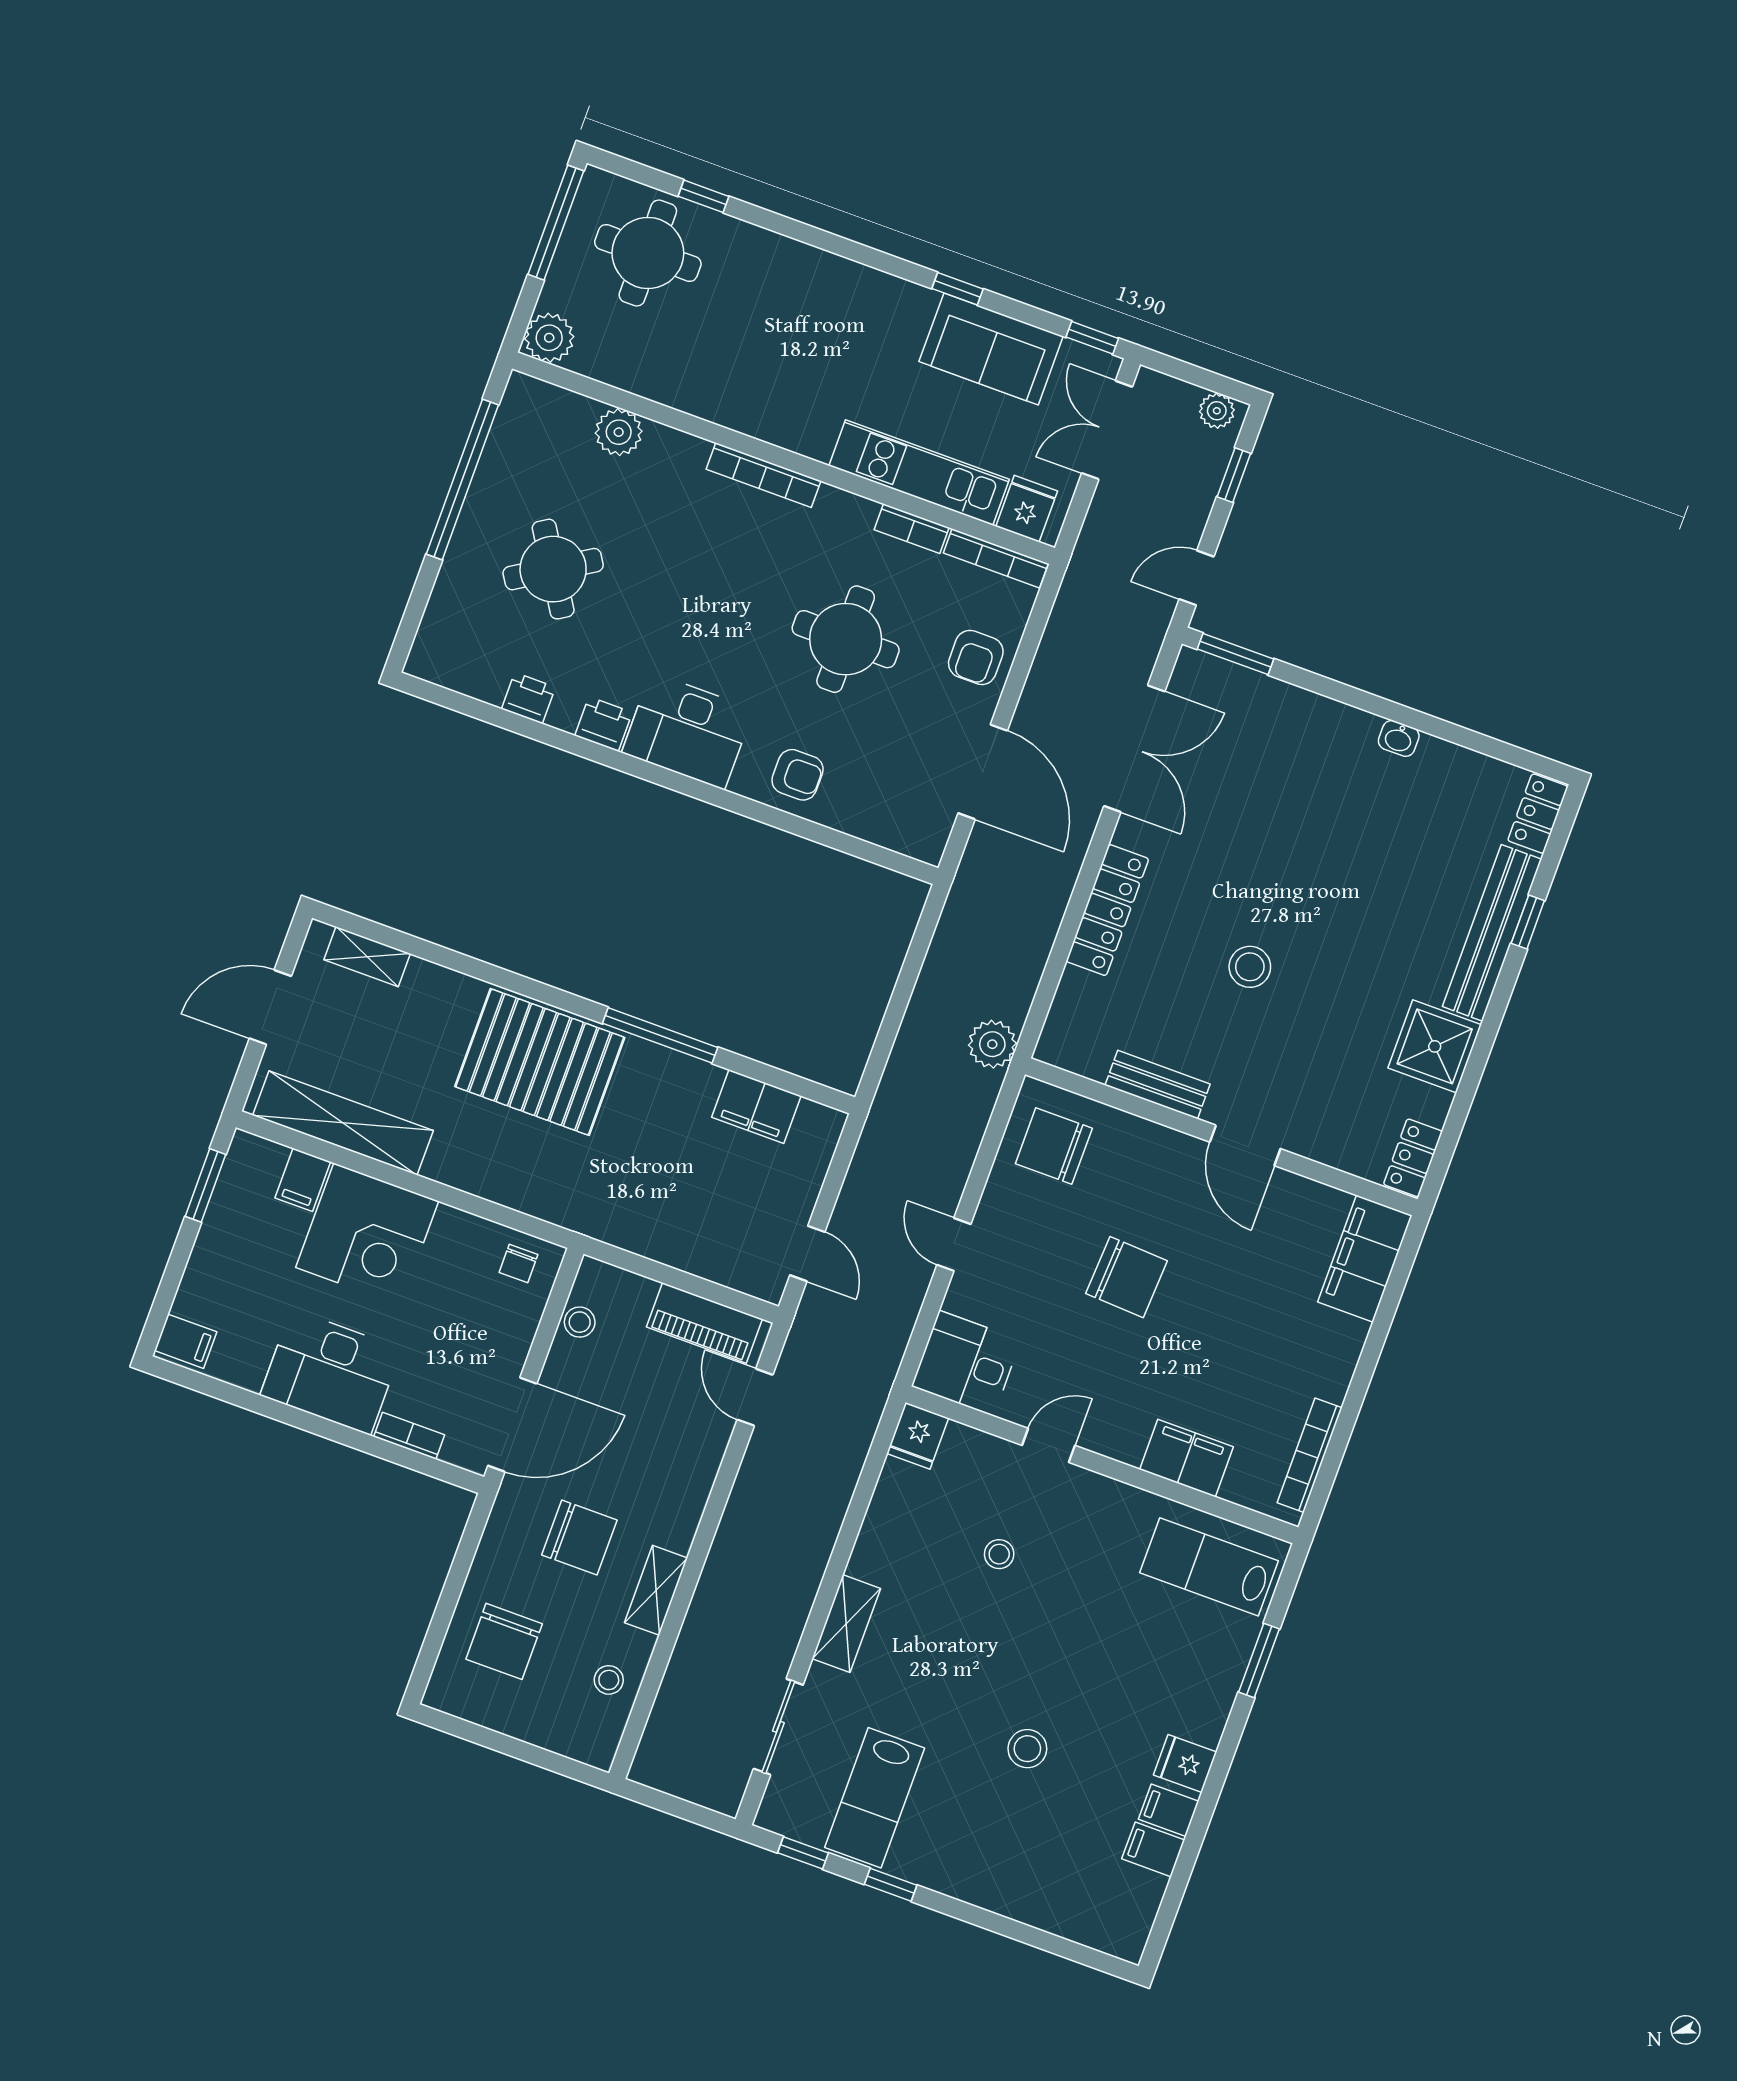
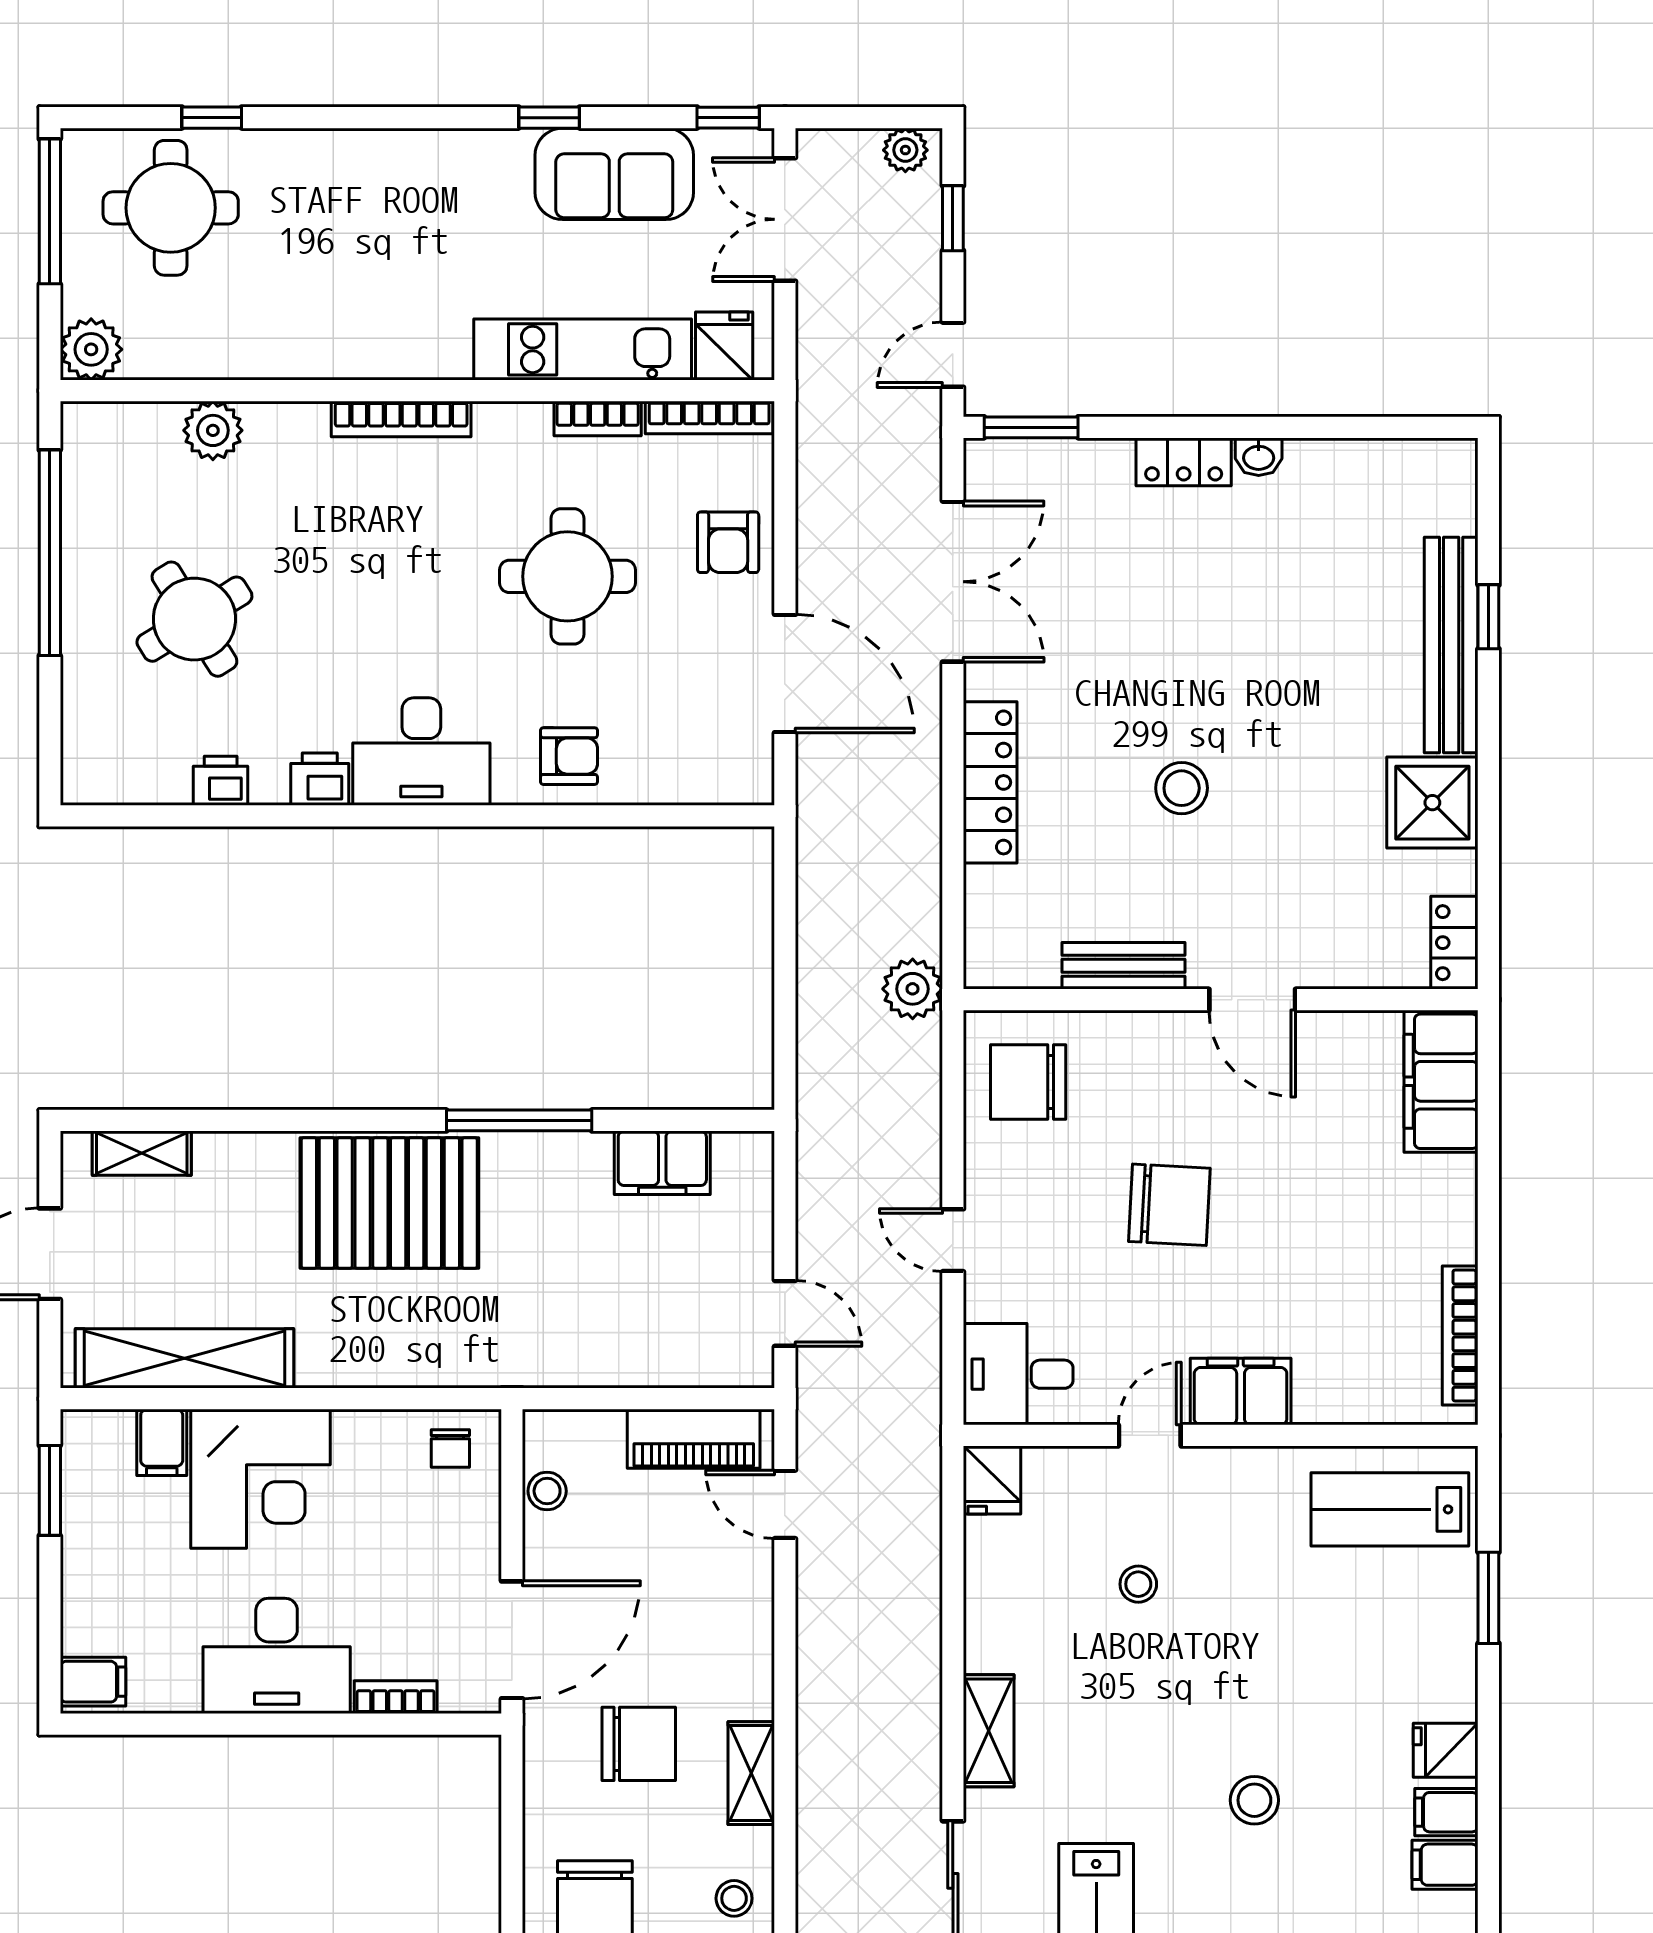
locker: (1538, 814) -> (1184, 462), moved, turned -90
filing cabinet: (1187, 1458) -> (1241, 1391), moved

